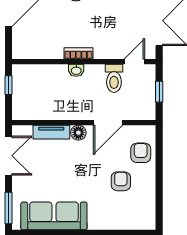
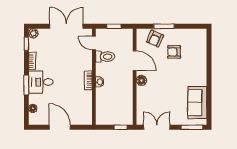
window: (9, 85) -> (121, 127), moved
tv unit: (51, 132) -> (141, 99), removed
armchair: (141, 153) -> (155, 39), turned -66
window: (159, 166) -> (164, 26), added
sofa: (54, 216) -> (197, 103), width x0.73

